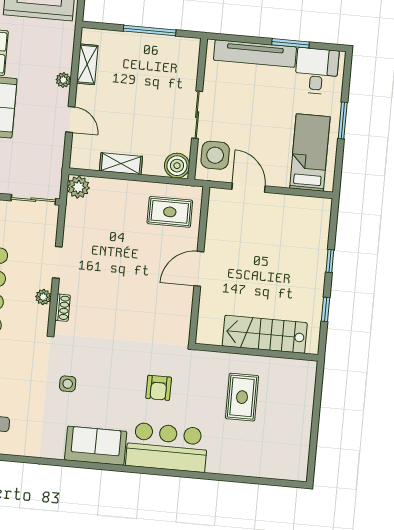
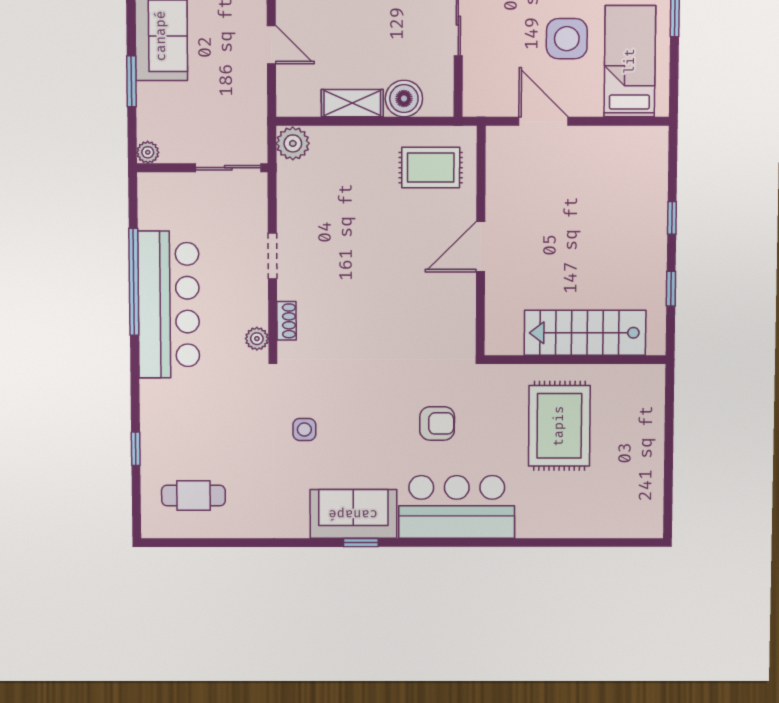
side table: (215, 155) -> (567, 39), moved
boiler: (177, 166) -> (404, 99), moved
plant: (43, 297) -> (257, 339), moved
armchair: (159, 388) -> (437, 423), turned -90
rug: (242, 397) -> (559, 426), width x1.36, depth x1.43
window: (99, 466) -> (361, 543), added

